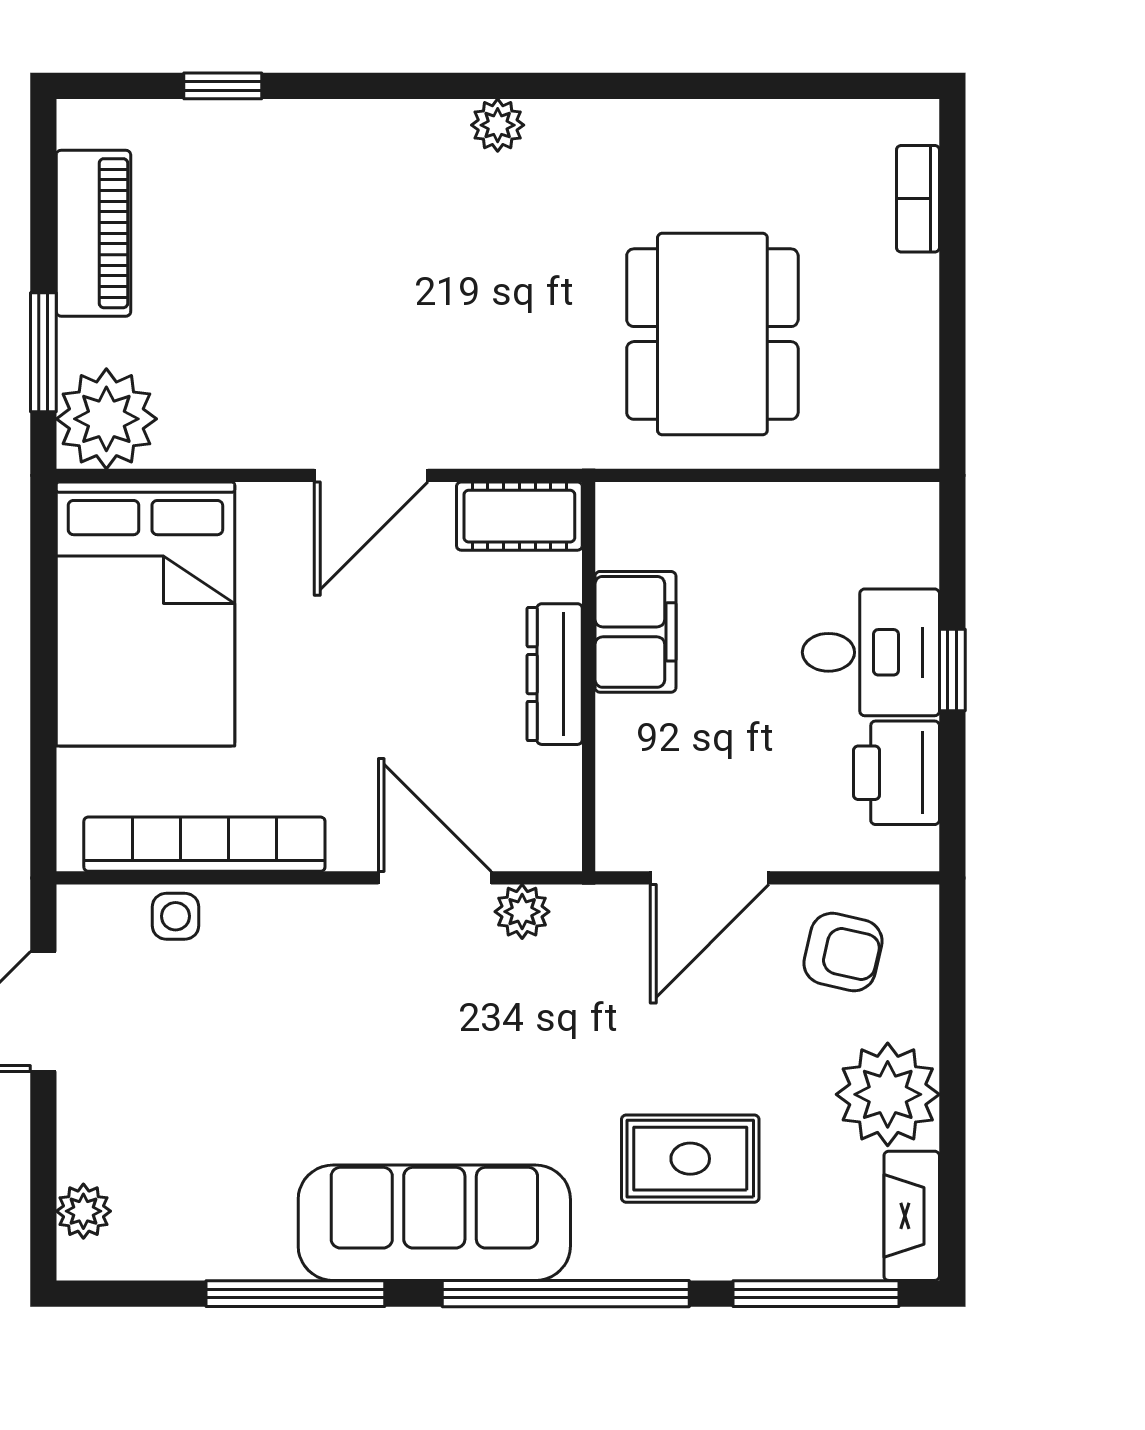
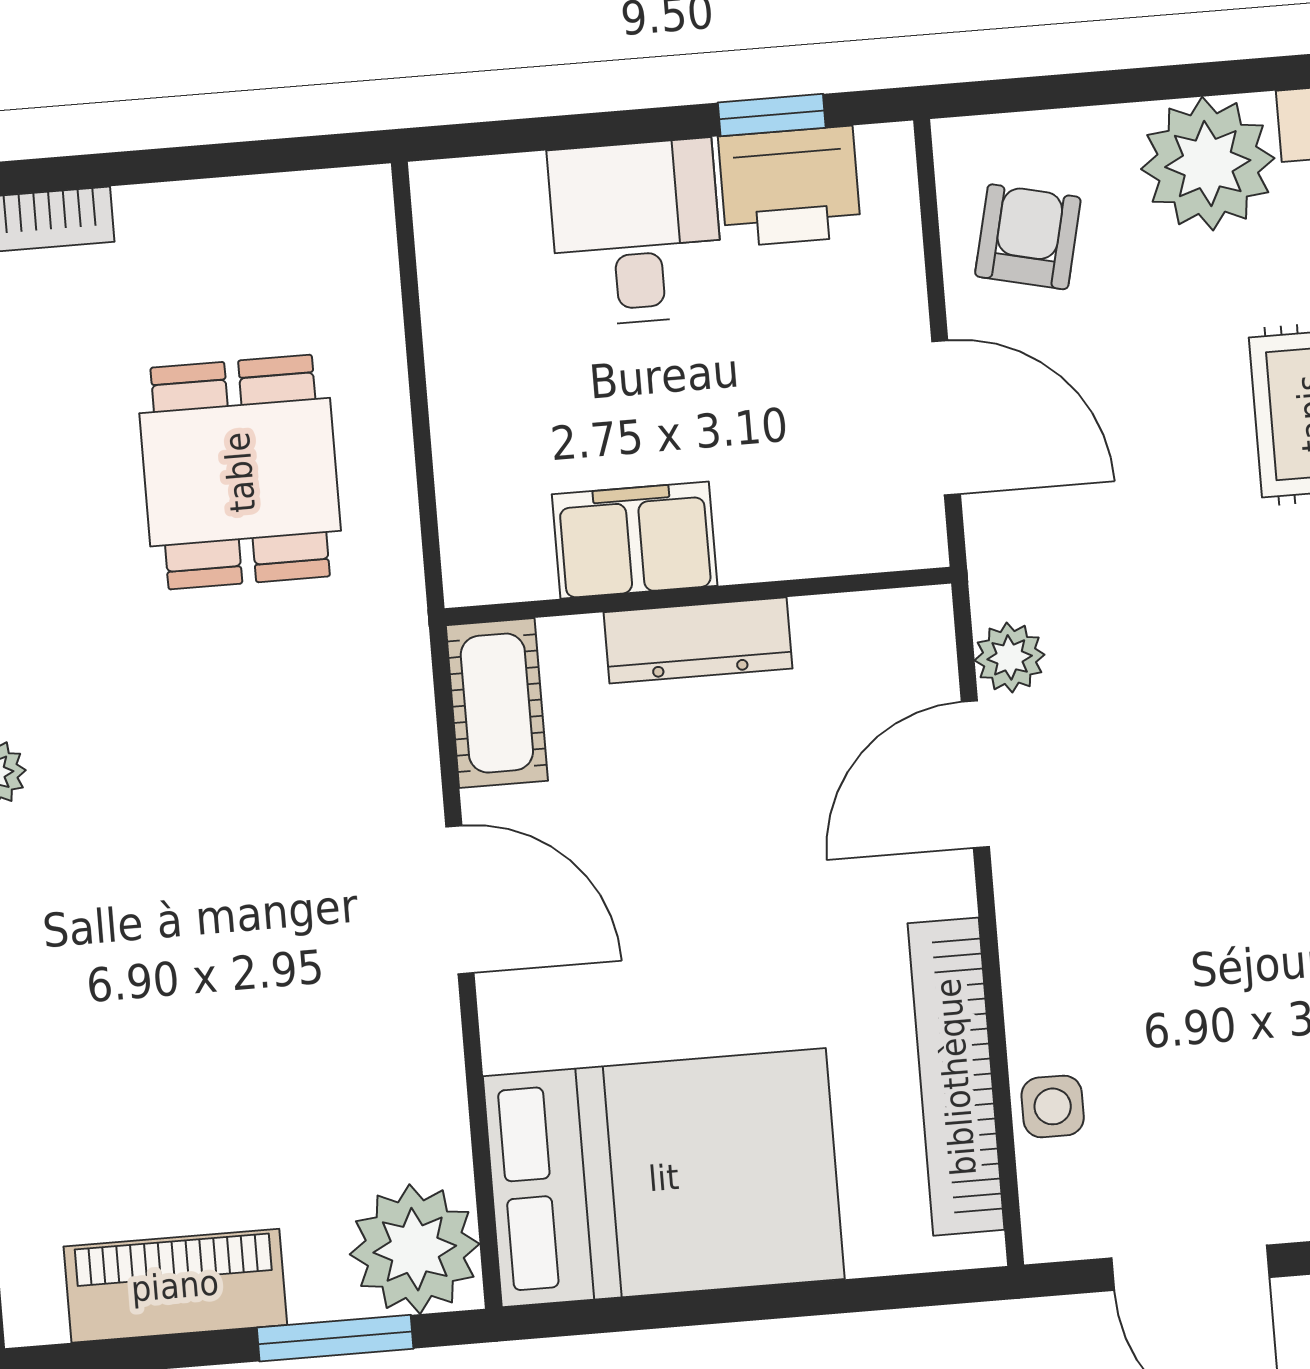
dining table: (712, 334) -> (240, 472), width x0.73
window: (952, 670) -> (772, 115), moved

